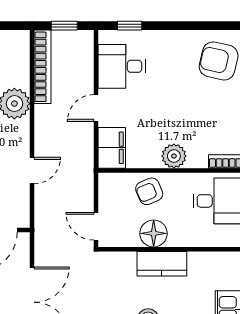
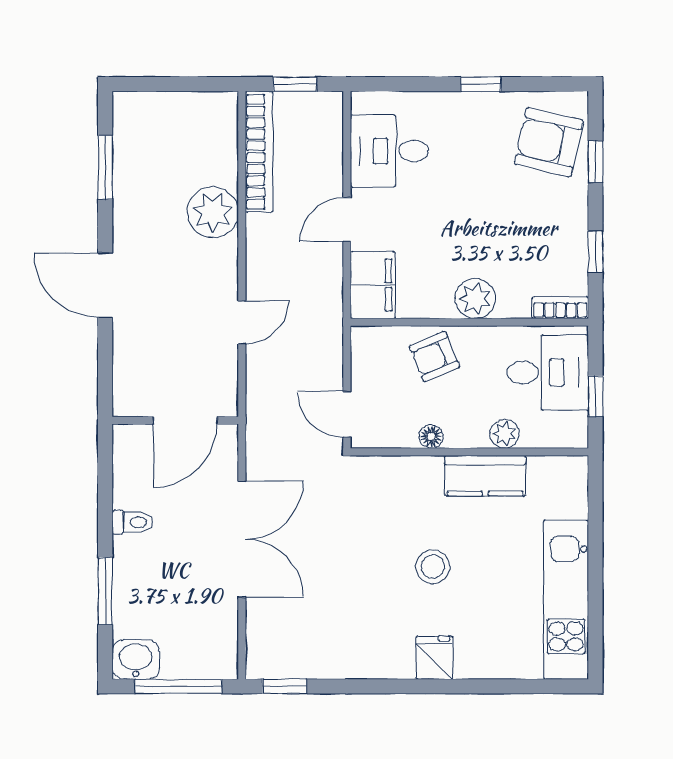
window: (130, 26) -> (481, 84), moved
floor lamp: (154, 233) -> (431, 436), width x0.53, depth x0.53
plant: (192, 238) -> (505, 434), added
kitchen counter: (162, 264) -> (485, 476), moved

